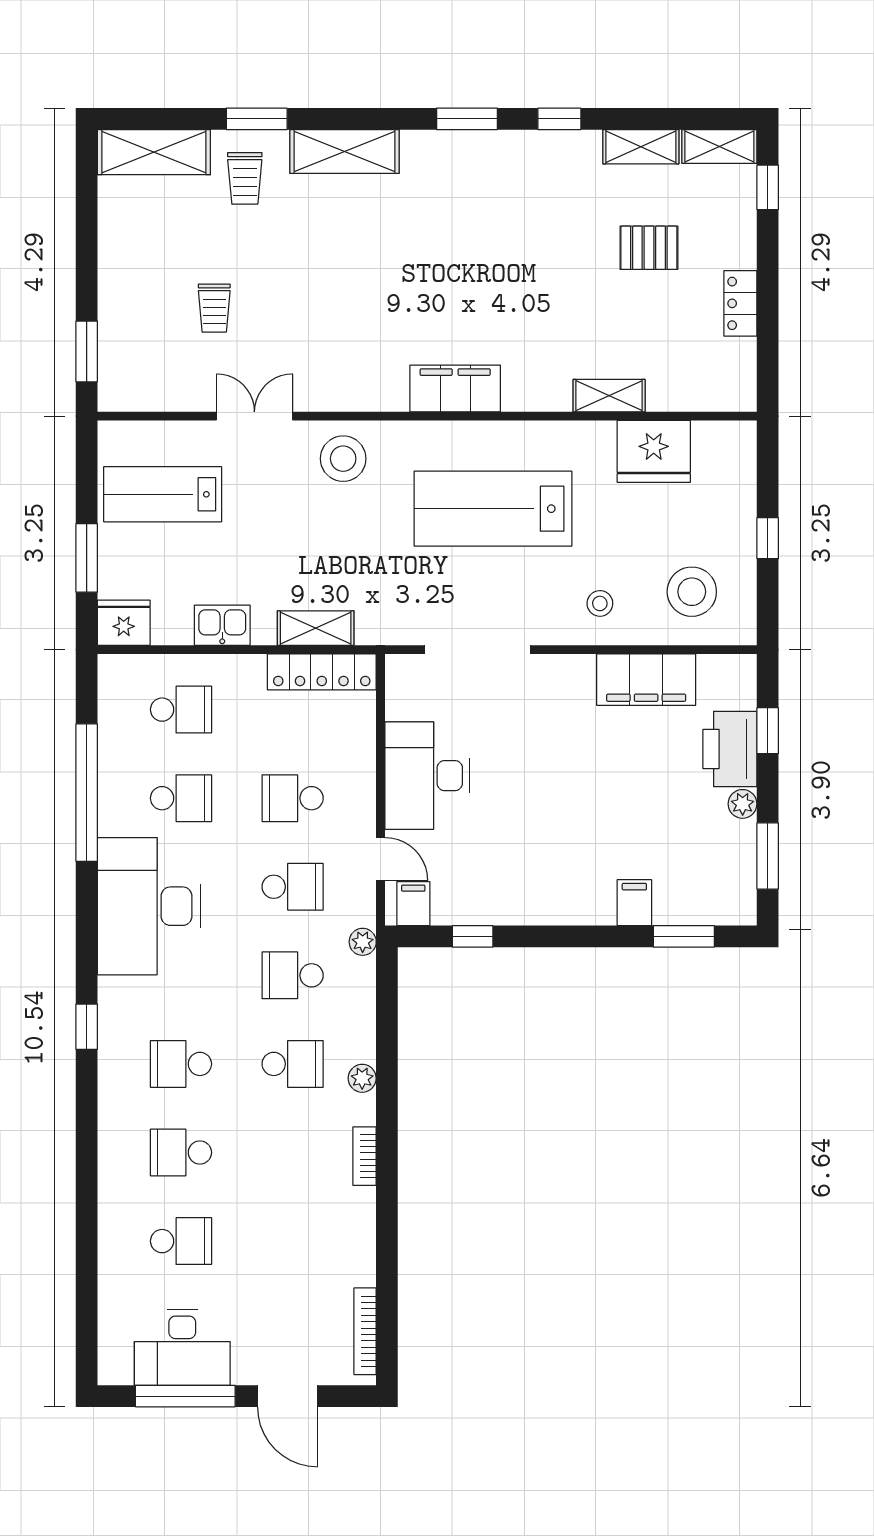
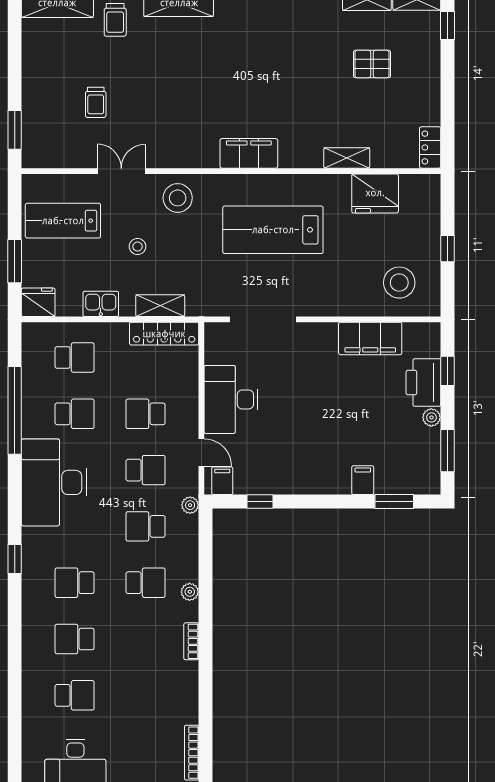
locker: (740, 303) -> (430, 147), moved
stool: (600, 603) -> (138, 246), moved

